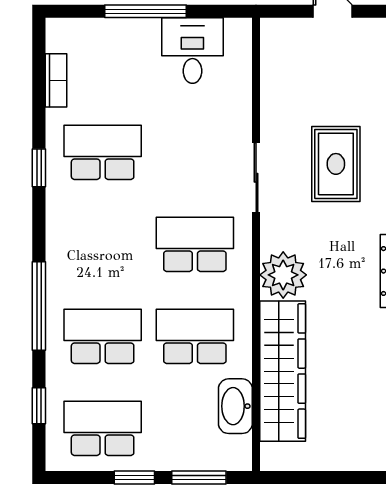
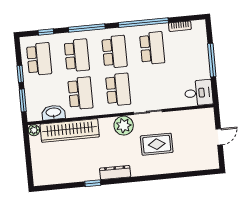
desk: (192, 51) -> (199, 93), moved
window: (39, 168) -> (143, 23), width x3.17
school desk: (103, 244) -> (115, 52), added
plant: (283, 275) -> (124, 126), moved
plant: (273, 457) -> (34, 130), added

